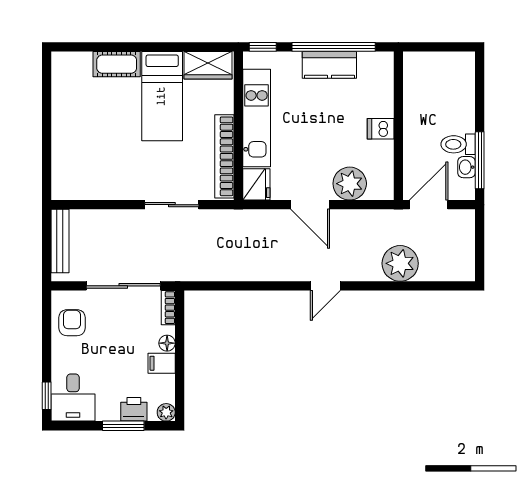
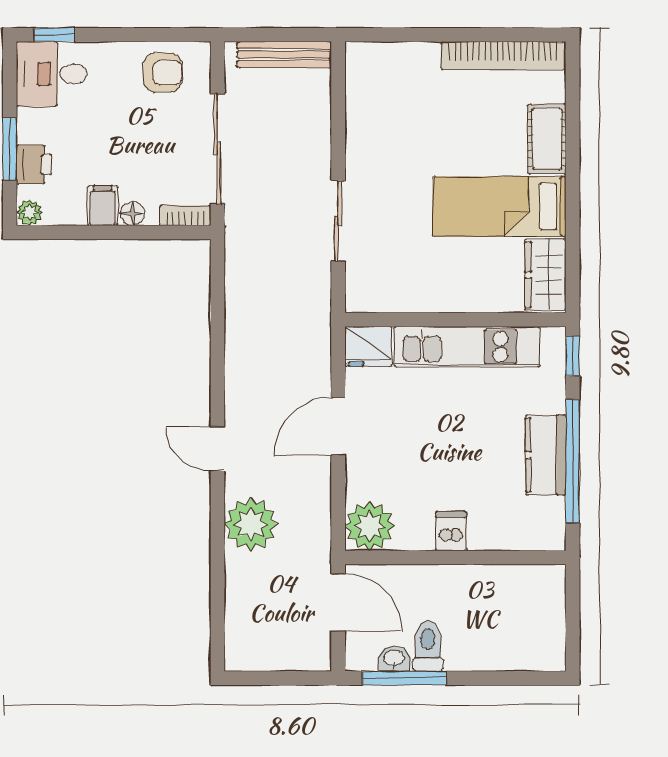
bookcase: (224, 156) -> (503, 56), moved, turned 180
plant: (350, 184) -> (370, 526), moved
plant: (400, 263) -> (251, 524), moved

